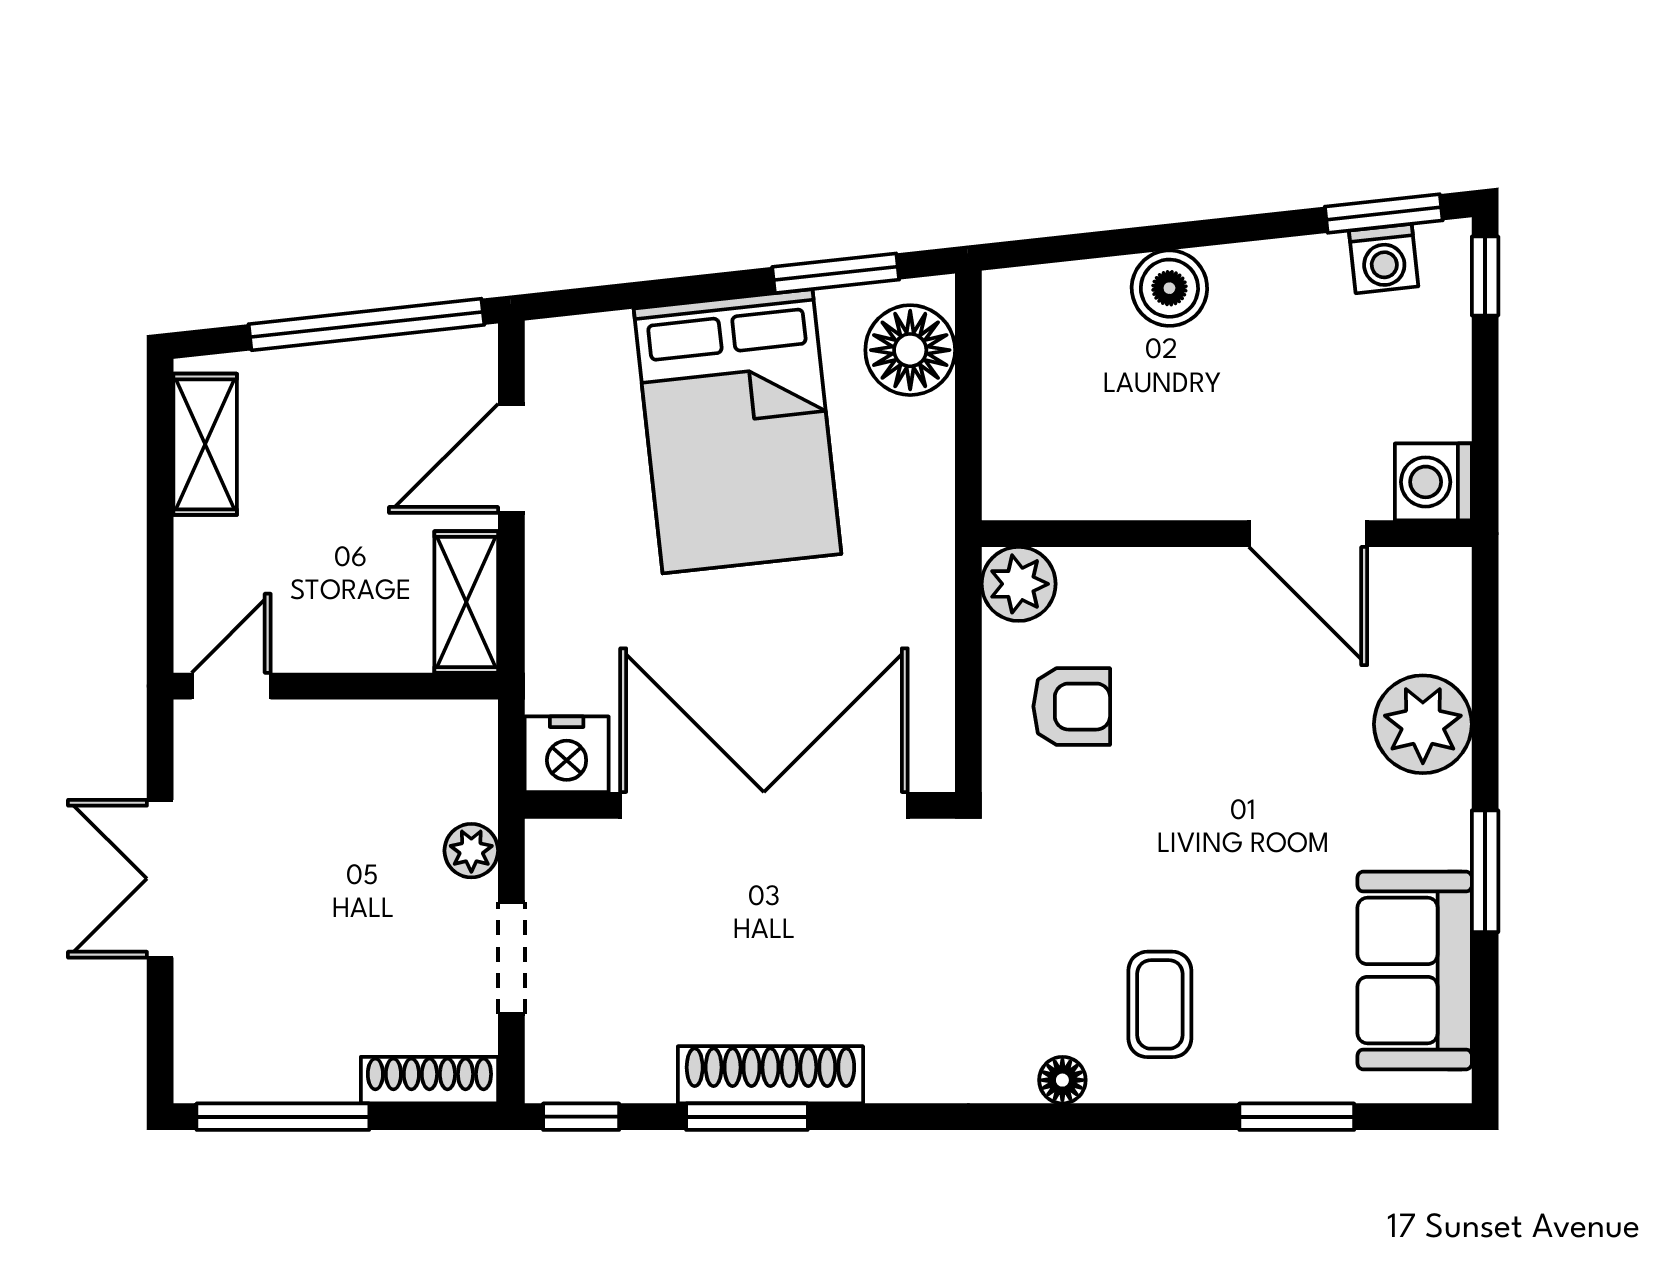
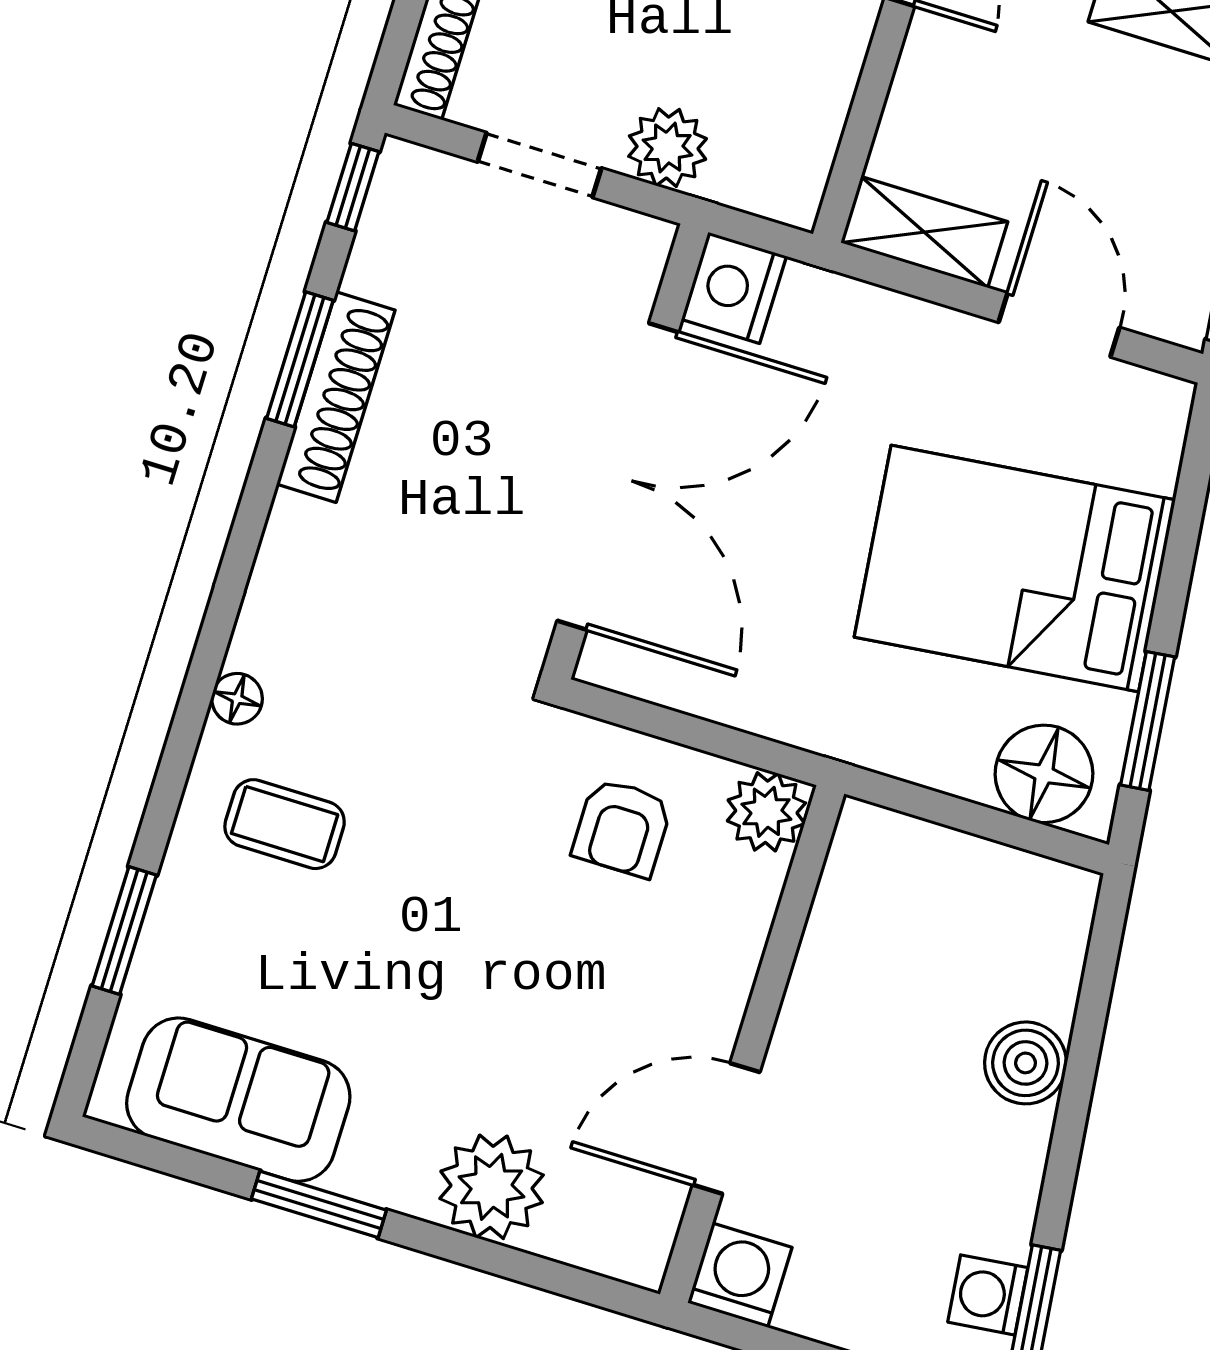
plant: (471, 851) -> (668, 148), width x1.38, depth x1.38

